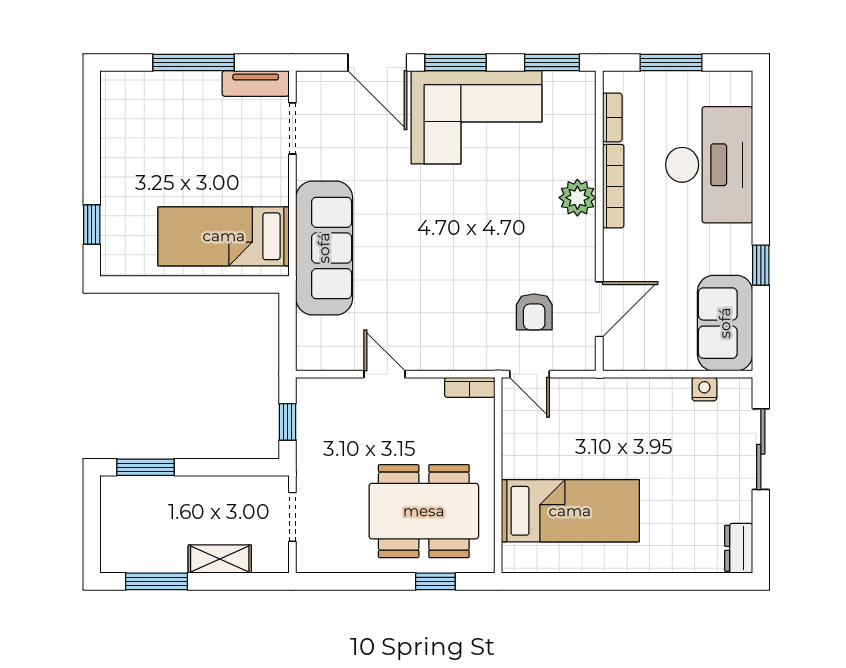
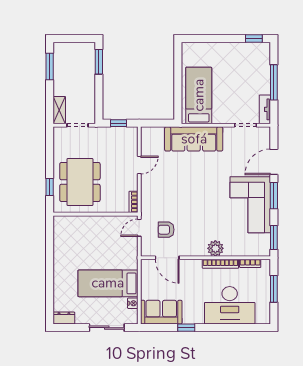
window: (92, 225) -> (254, 38), moved
bed: (570, 511) -> (108, 283), moved, turned 90
shelving: (220, 559) -> (59, 110), moved

